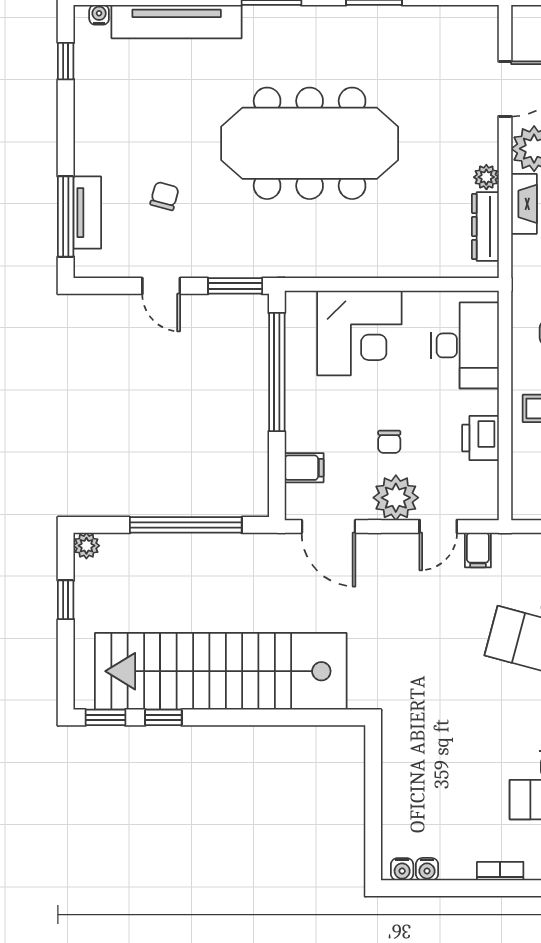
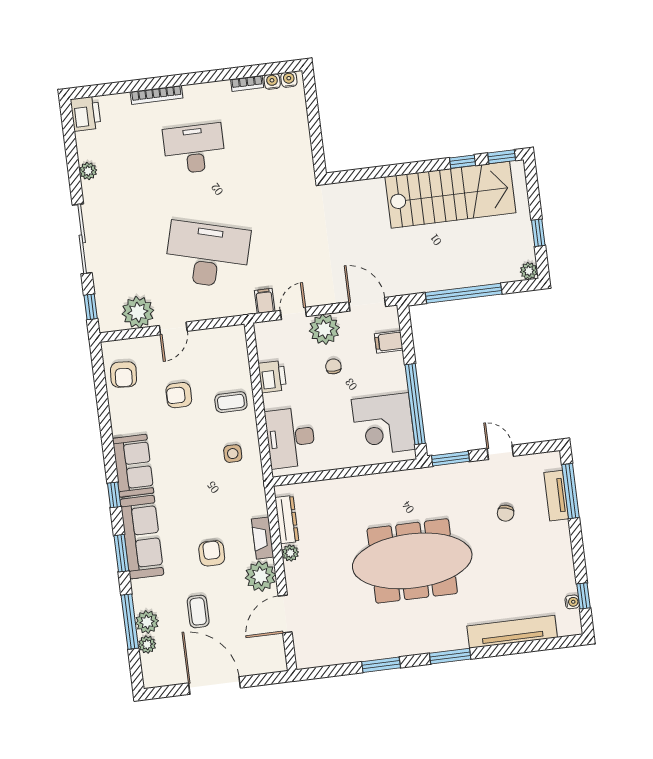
water cooler: (99, 15) -> (572, 602), moved, turned -90
corner desk: (359, 333) -> (383, 424), moved, turned -90
stairs: (221, 671) -> (450, 195), width x0.73
bookcase: (500, 871) -> (247, 83), moved

